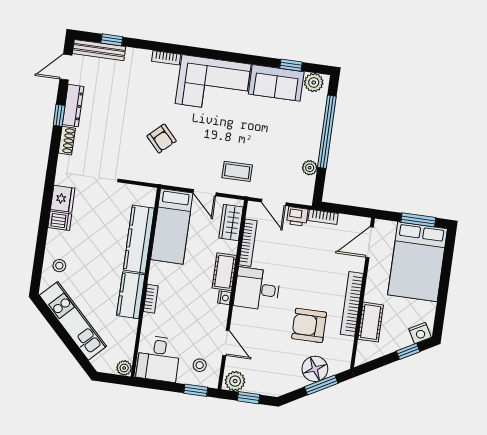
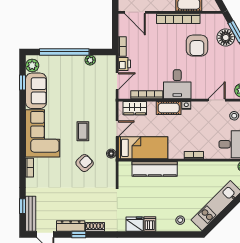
coffee table: (237, 171) -> (83, 131), moved
floor lamp: (170, 179) -> (111, 154), added
kitchen counter: (131, 295) -> (193, 169), removed

